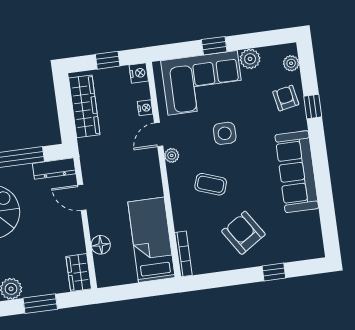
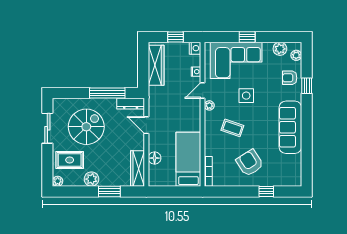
plant: (250, 59) -> (280, 49), moved
armchair: (286, 98) -> (290, 78), turned -79
wardrobe: (79, 273) -> (138, 168), width x1.50

